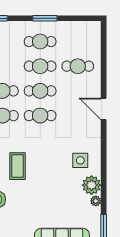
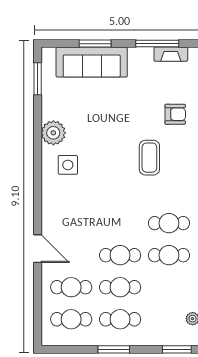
door: (104, 109) -> (38, 249), moved
cafe table: (40, 116) -> (71, 319), moved
plant: (96, 201) -> (48, 112), removed

